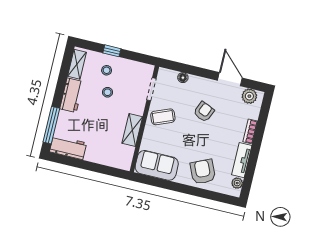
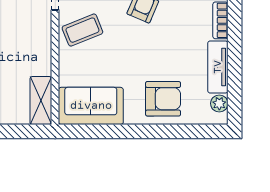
shelving: (132, 130) -> (41, 101), moved
armchair: (203, 172) -> (163, 99), turned 114

